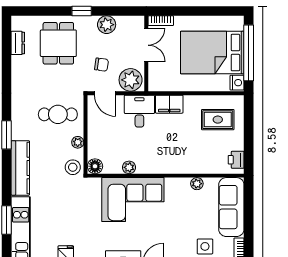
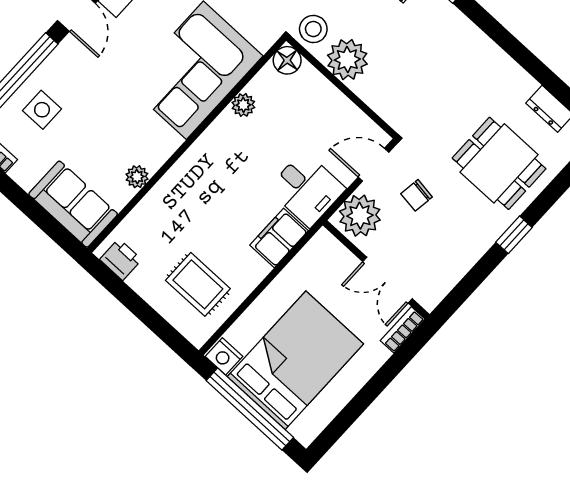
plant: (107, 25) -> (464, 252), removed
cafe table: (58, 114) -> (403, 74), removed
rug: (218, 120) -> (198, 284), turned 90
plant: (78, 142) -> (347, 60), width x1.88, depth x1.88
sofa: (231, 207) -> (73, 204), width x0.73

